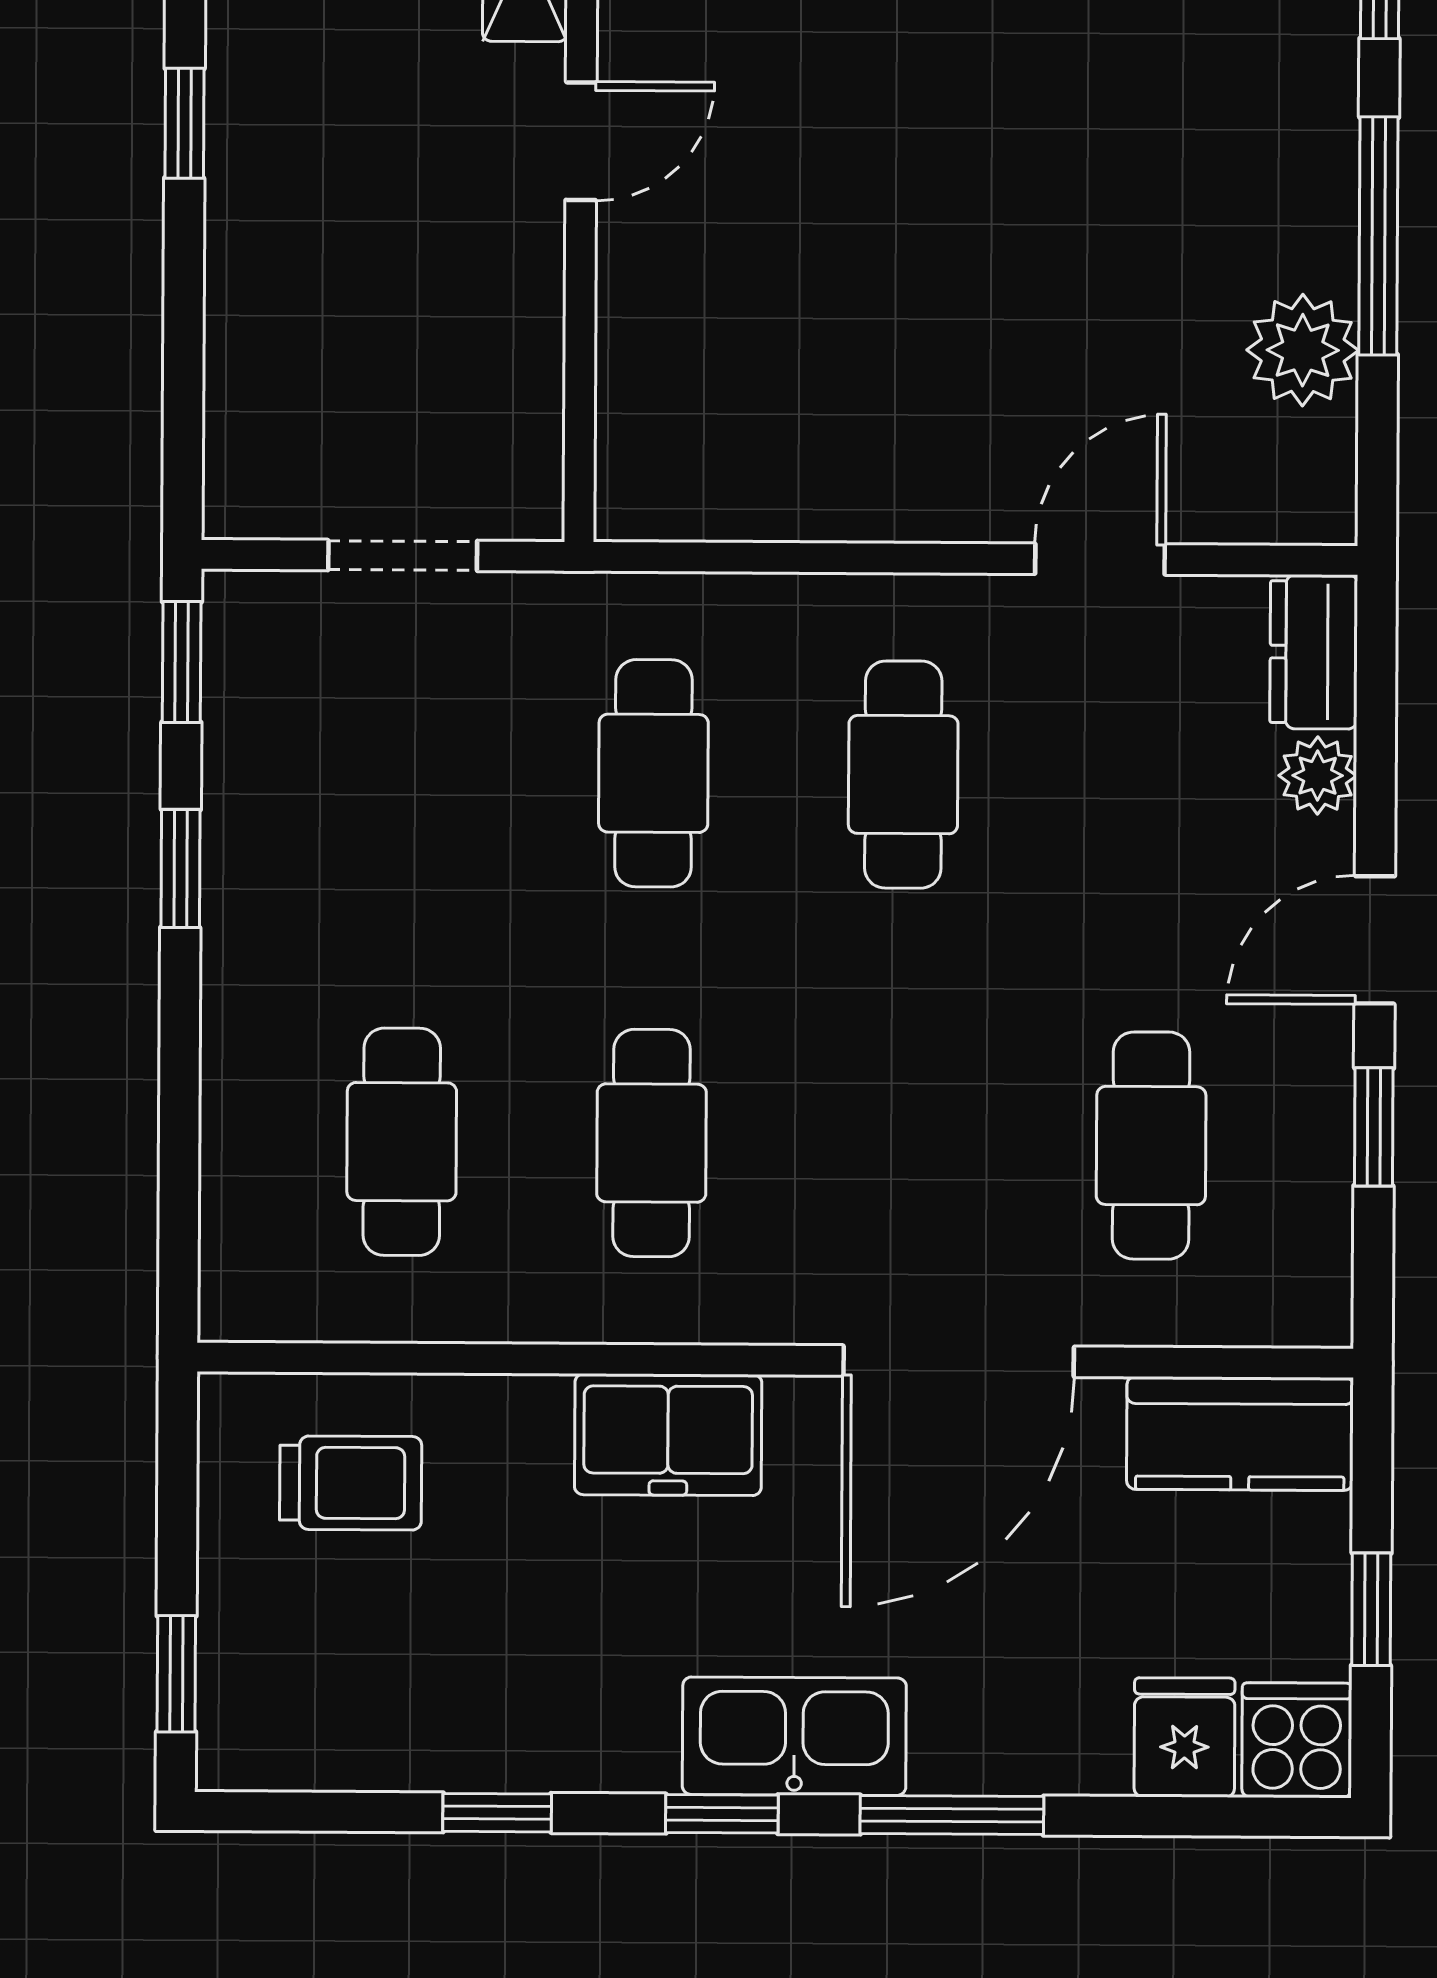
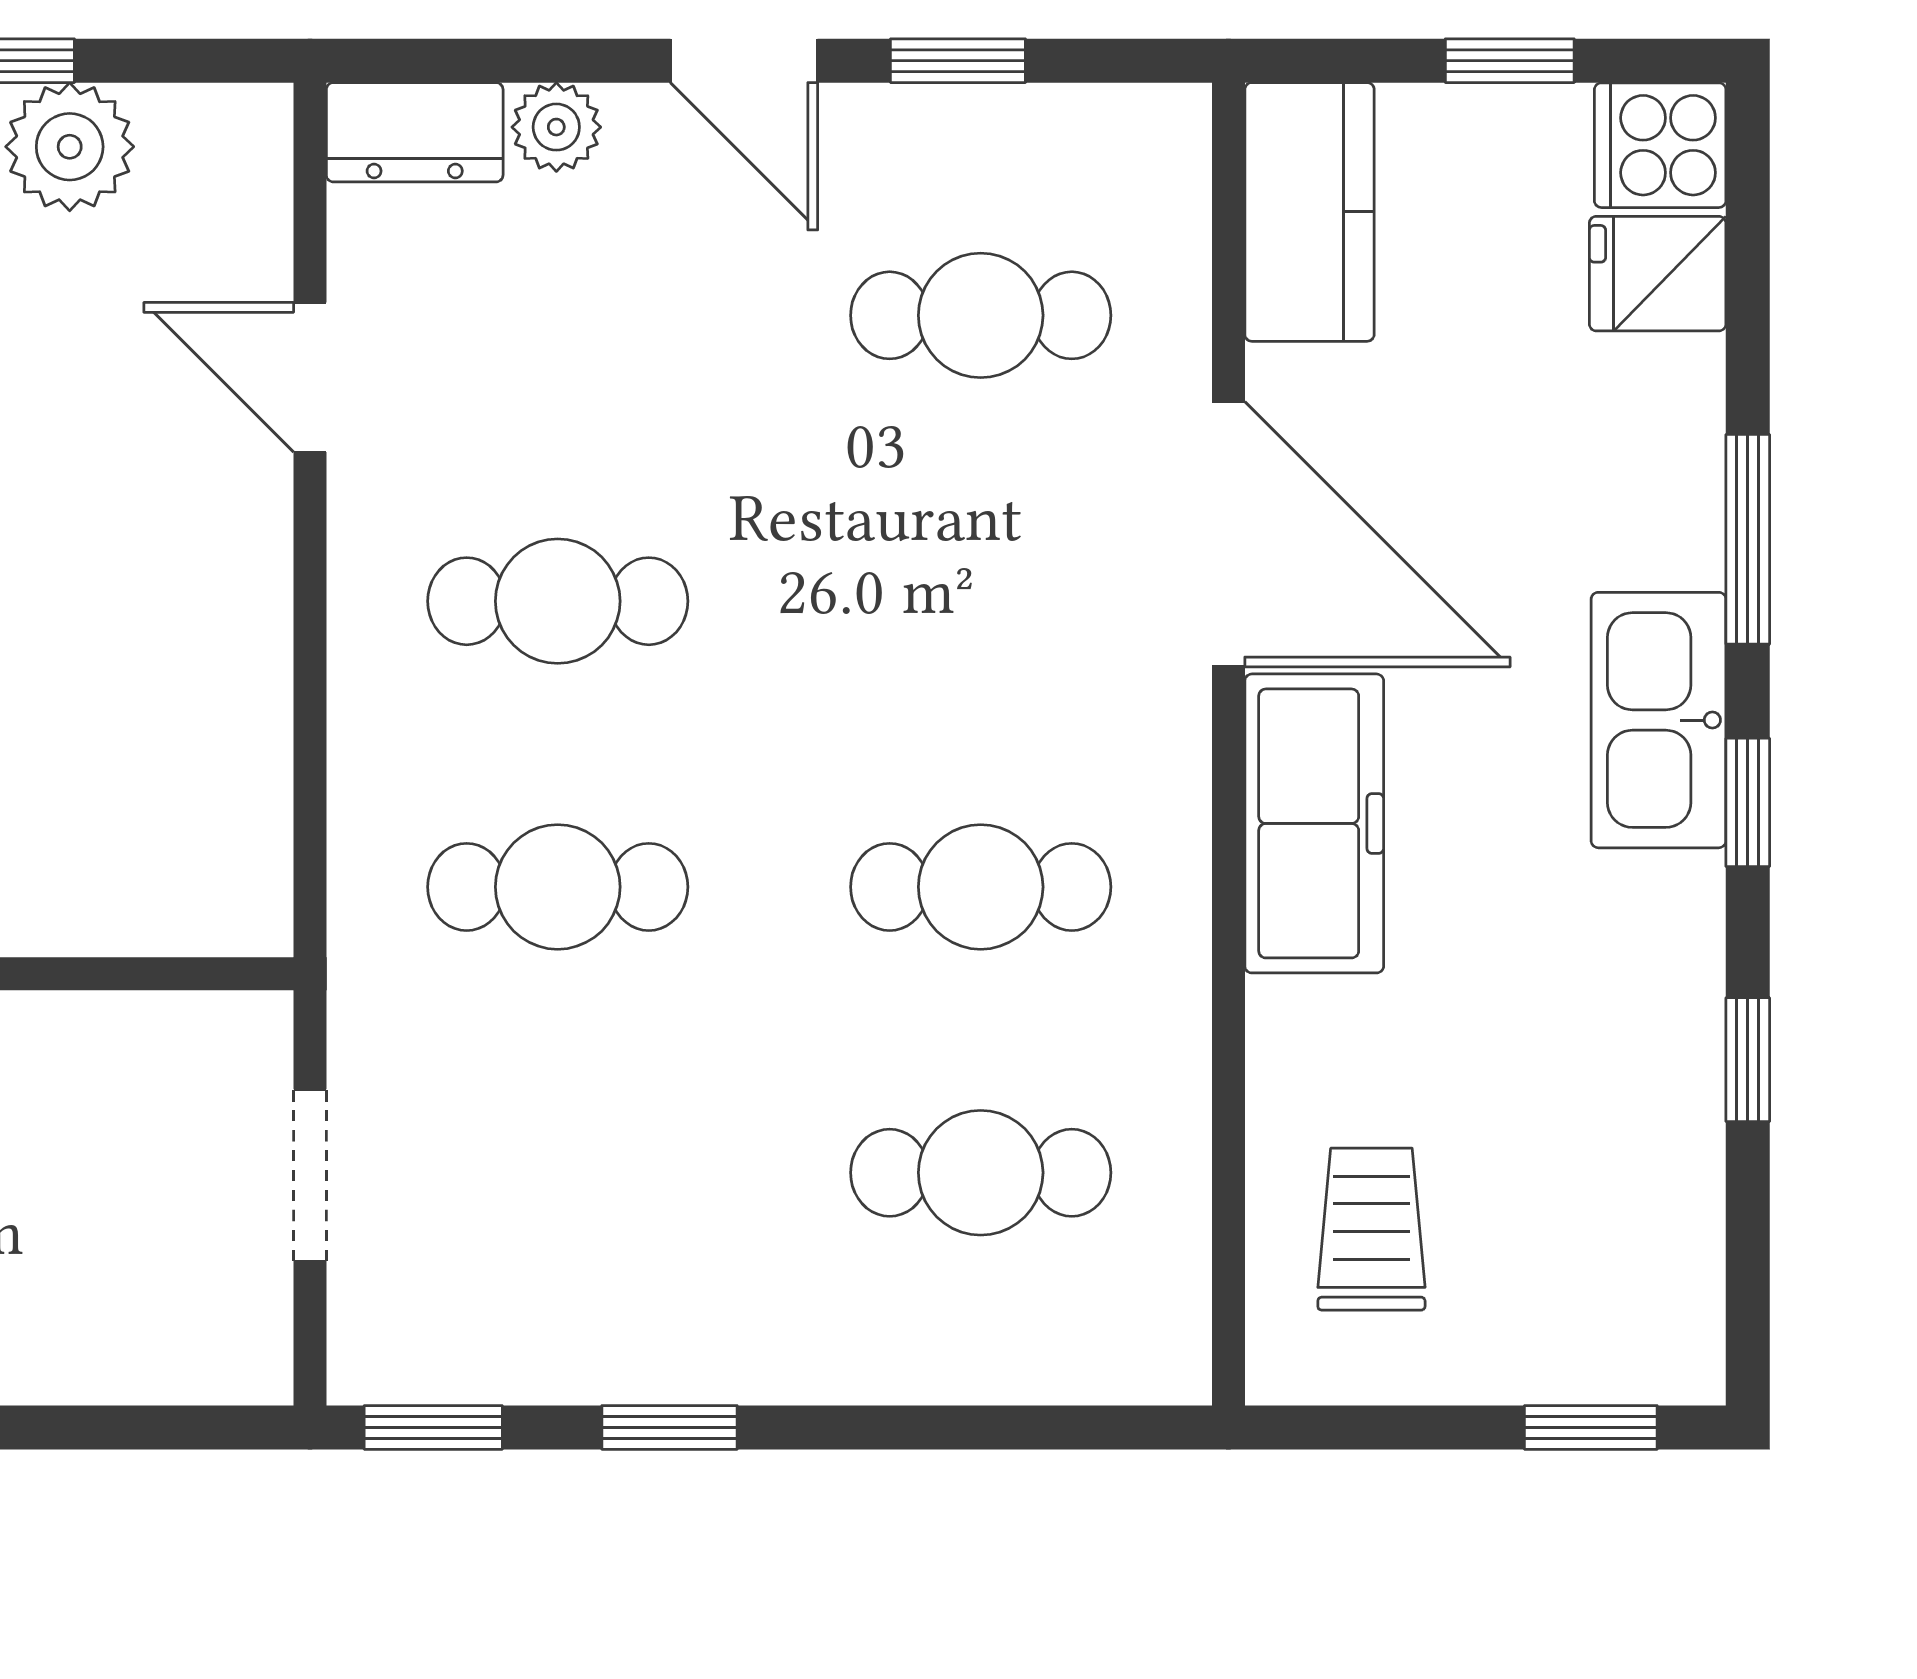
freezer: (668, 1435) -> (1314, 823), width x1.40

